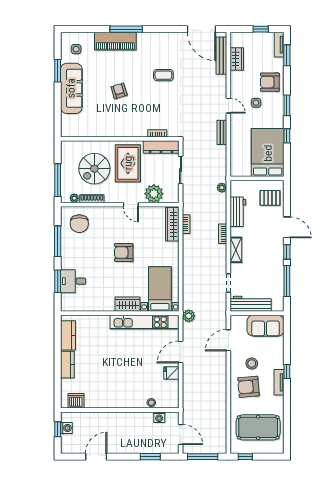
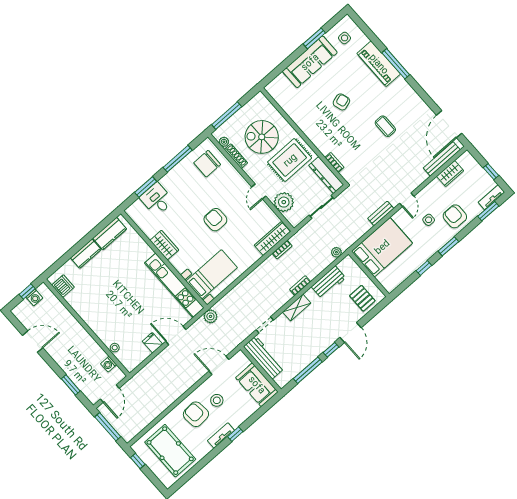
bed: (268, 153) -> (382, 247), moved
wardrobe: (127, 304) -> (164, 245), moved

